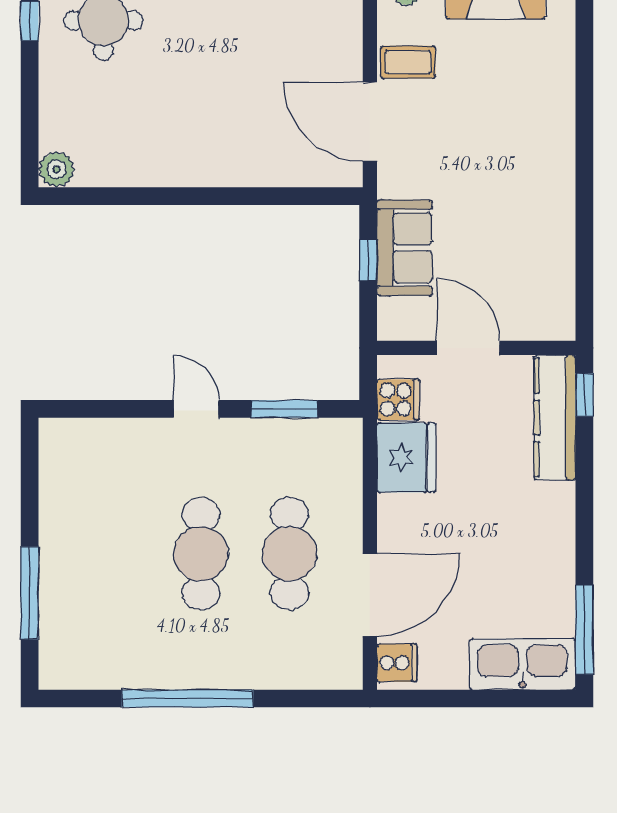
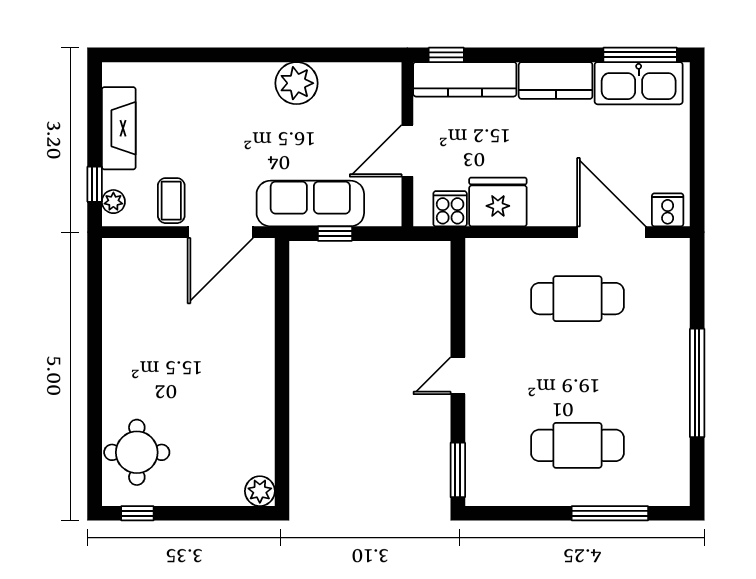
plant: (550, 214) -> (297, 83), added
sofa: (405, 248) -> (310, 204), width x1.36
window: (284, 409) -> (458, 470), moved
kitchen counter: (553, 527) -> (556, 81), added
cafe table: (201, 554) -> (577, 445), moved
kitchen sink: (523, 664) -> (639, 83), moved, turned -90

